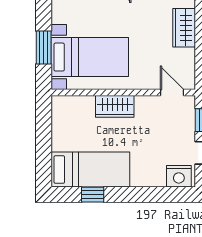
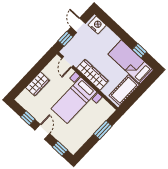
bed with nightstands: (90, 57) -> (74, 100), moved, turned -90
wardrobe: (115, 106) -> (92, 75), width x1.50
cot: (64, 125) -> (124, 90), added

